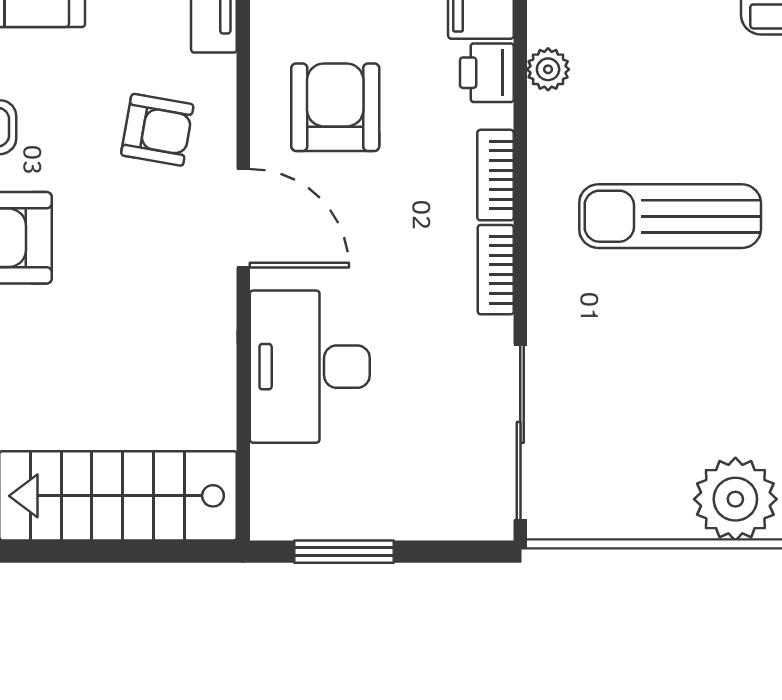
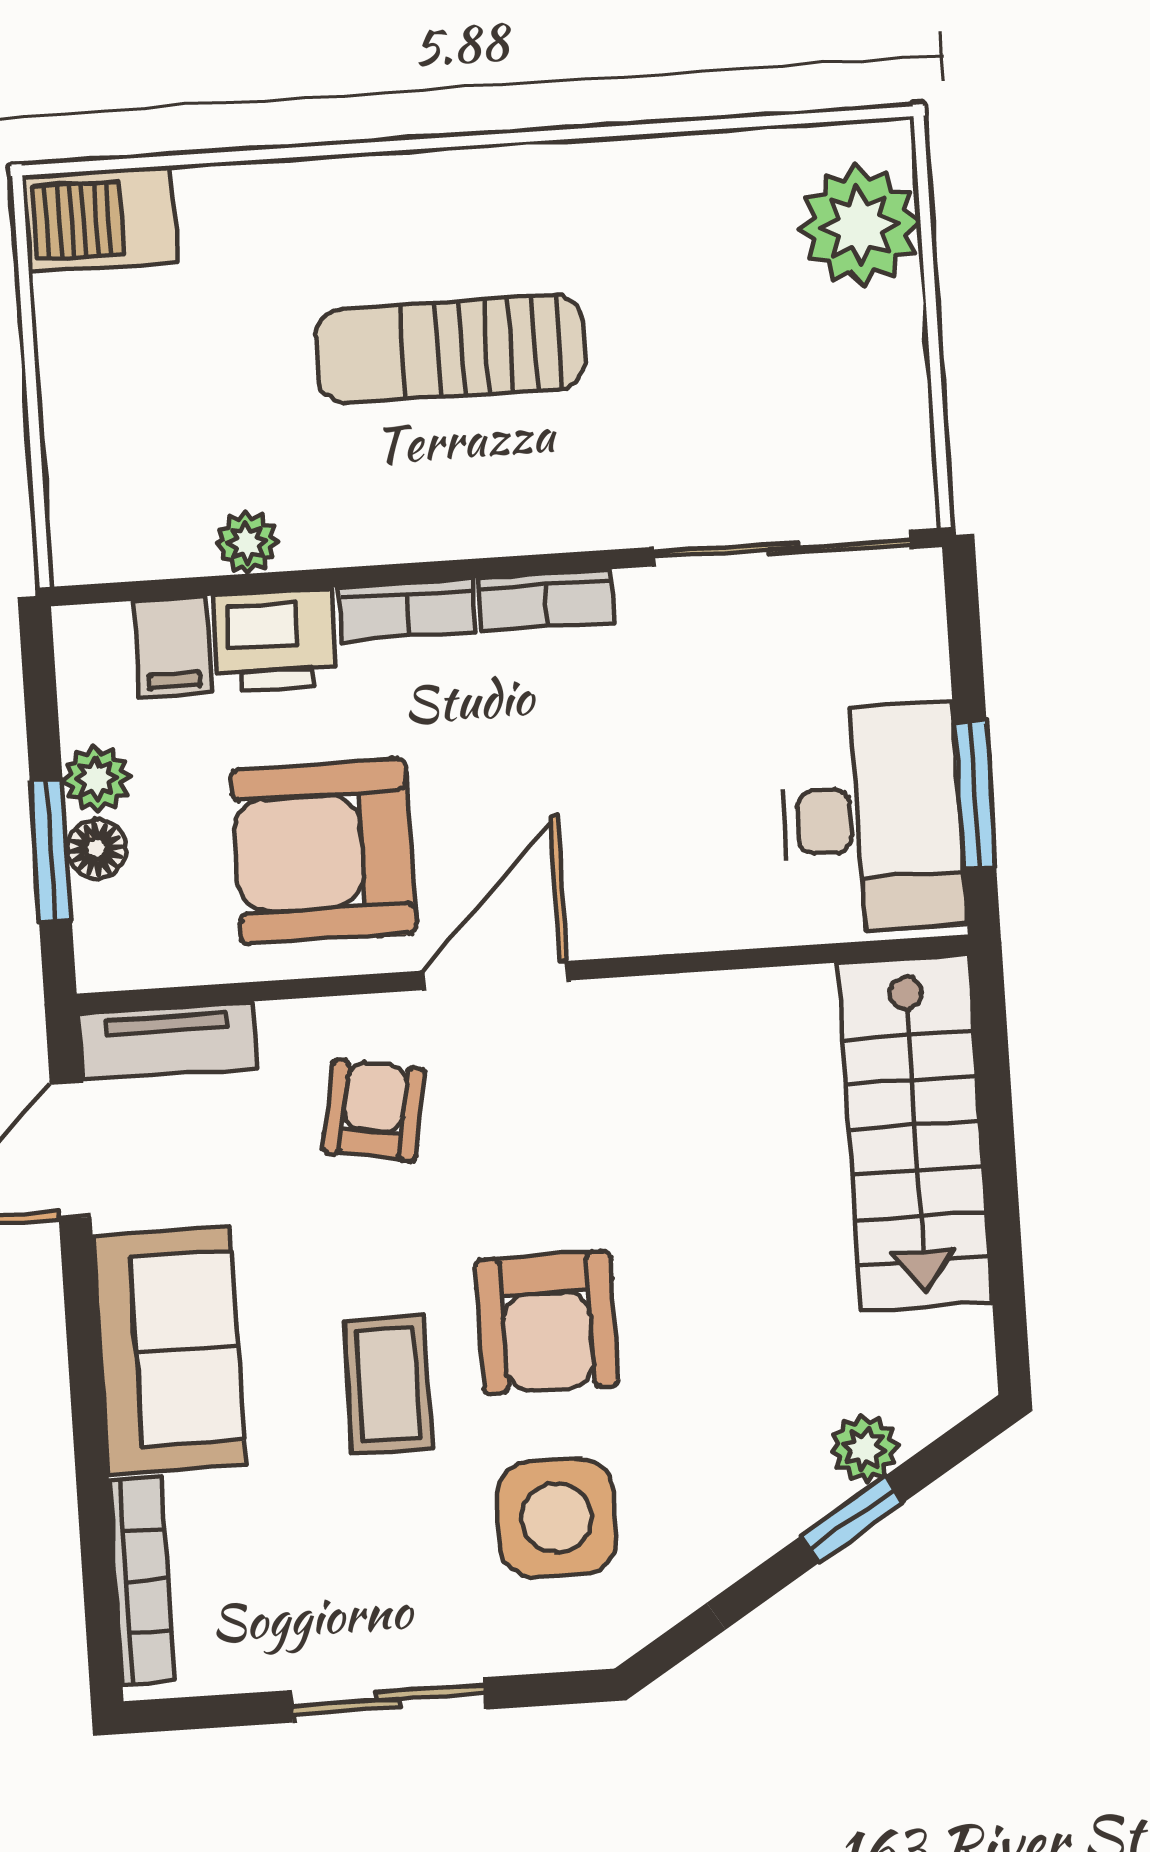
printer: (487, 73) -> (274, 641), width x1.36, depth x1.24
armchair: (335, 107) -> (323, 851), width x1.36, depth x1.36
sun lounger: (670, 216) -> (451, 349), turned 90
desk: (310, 367) -> (872, 819), moved, turned -90

